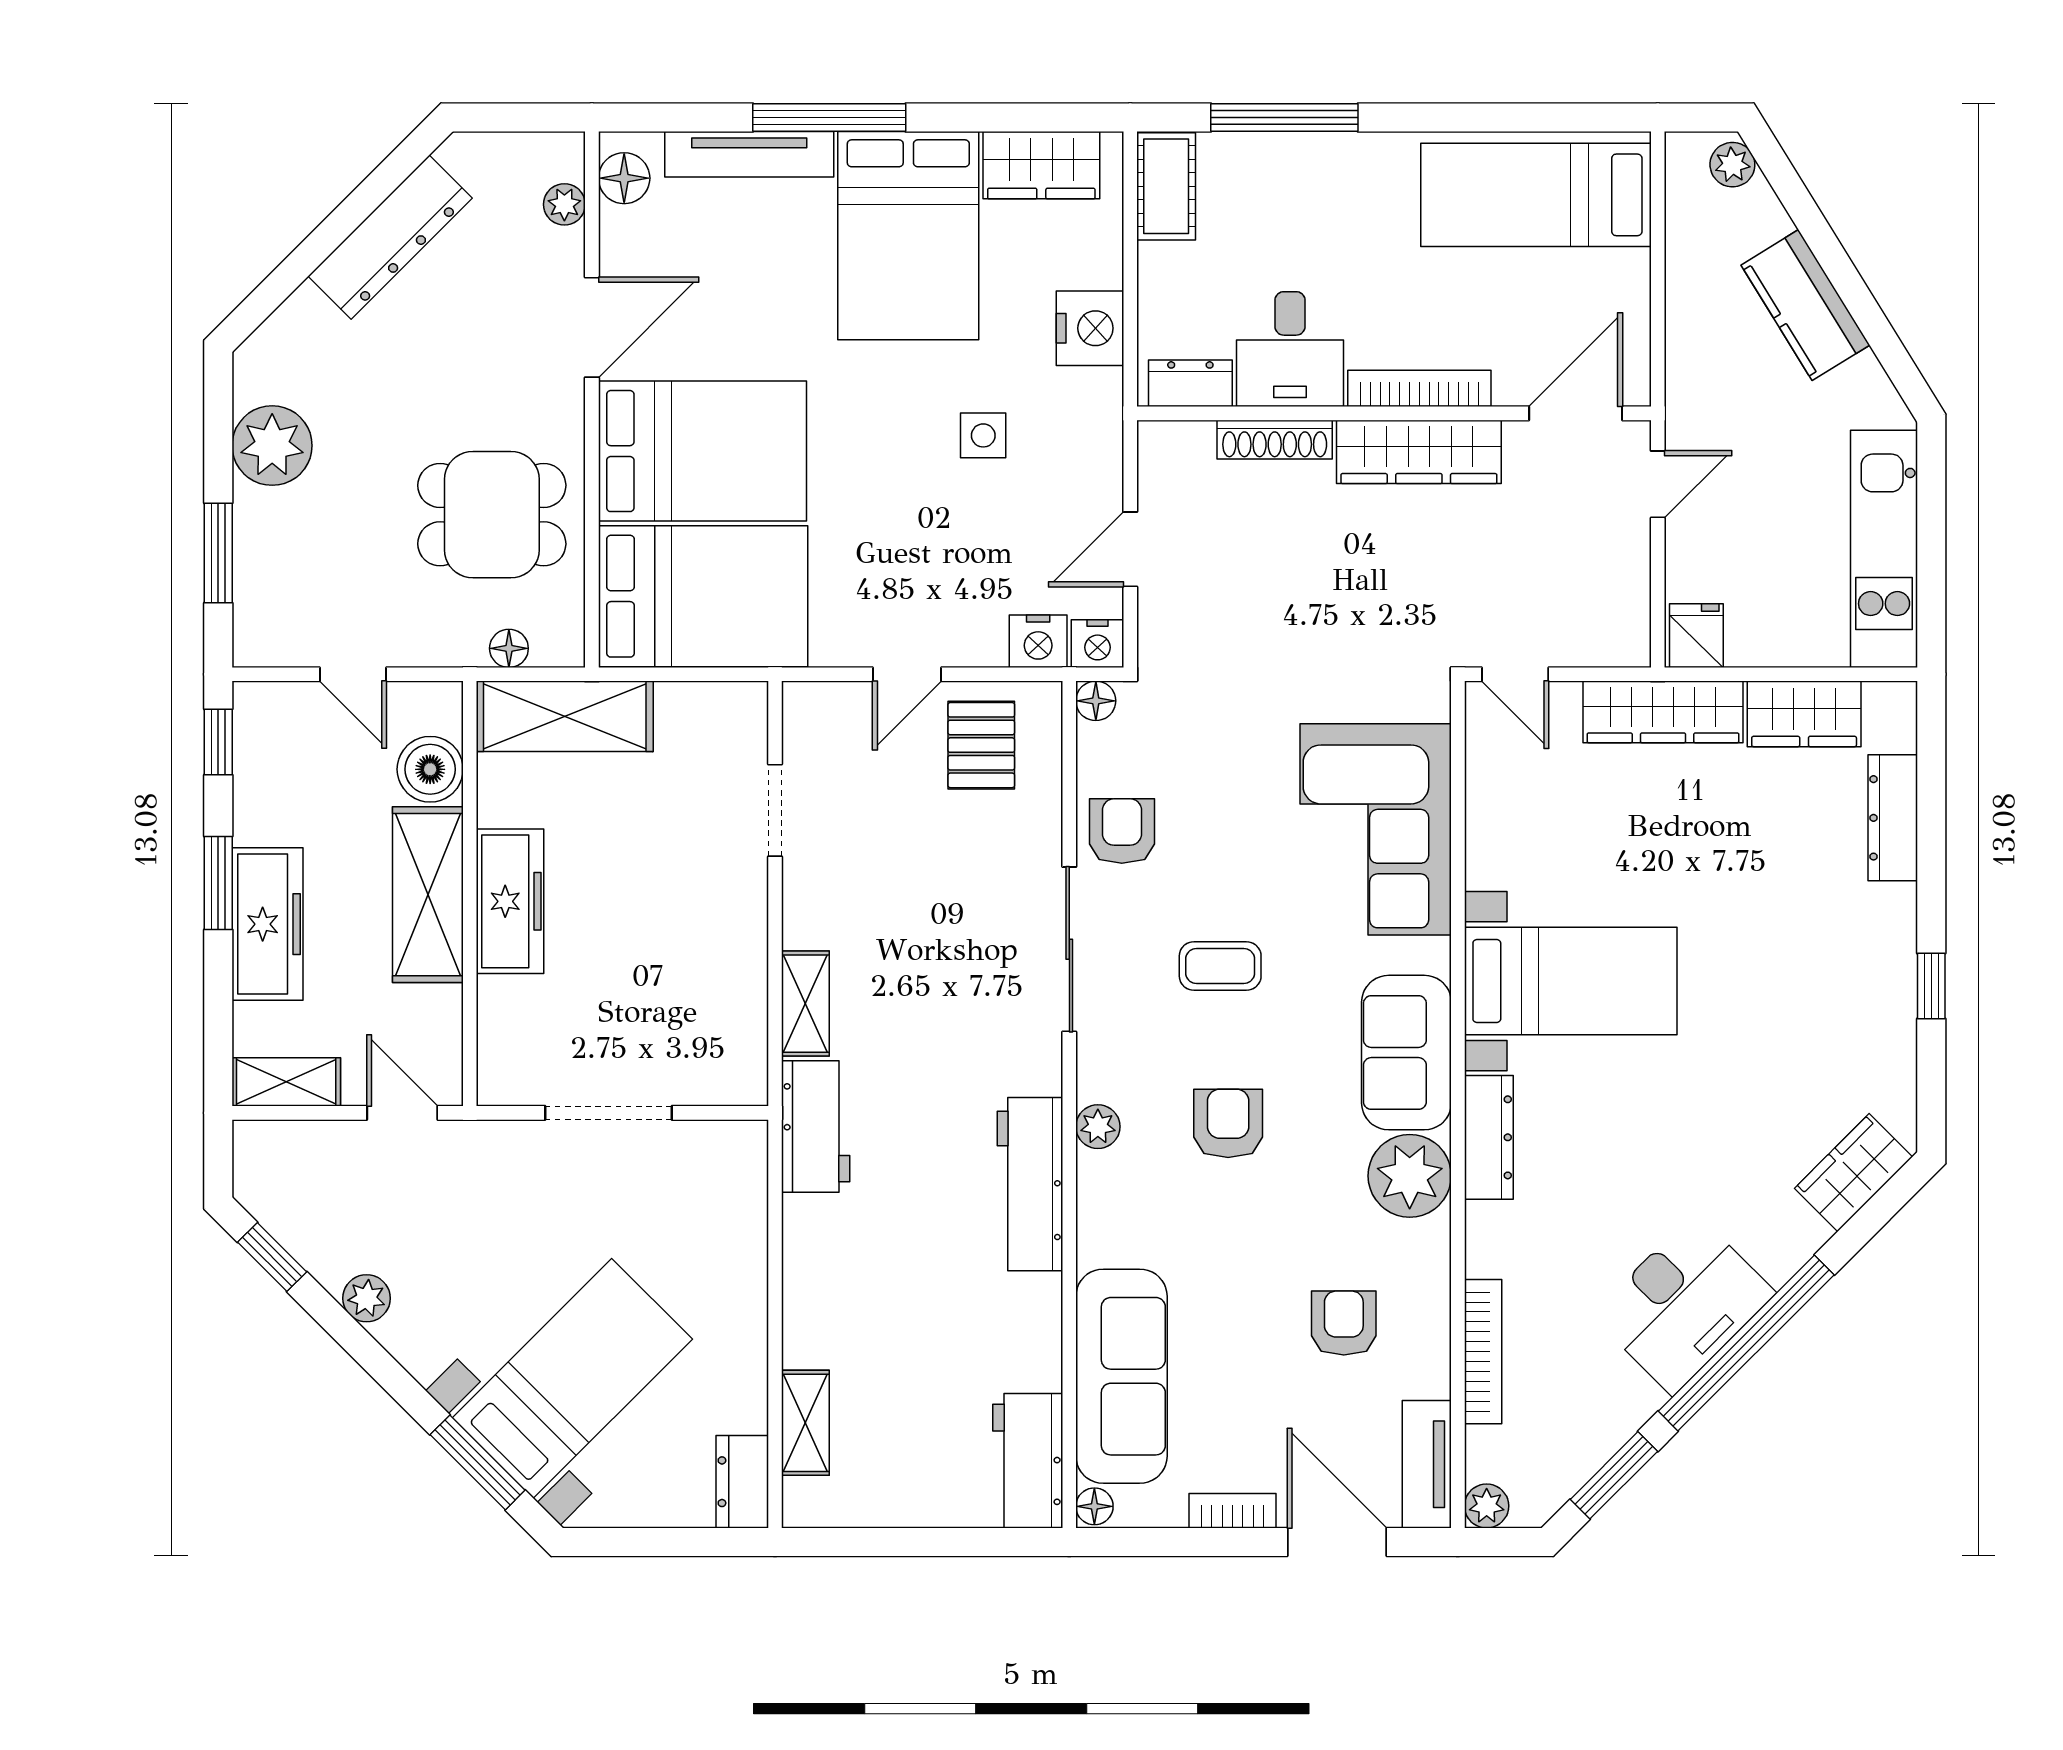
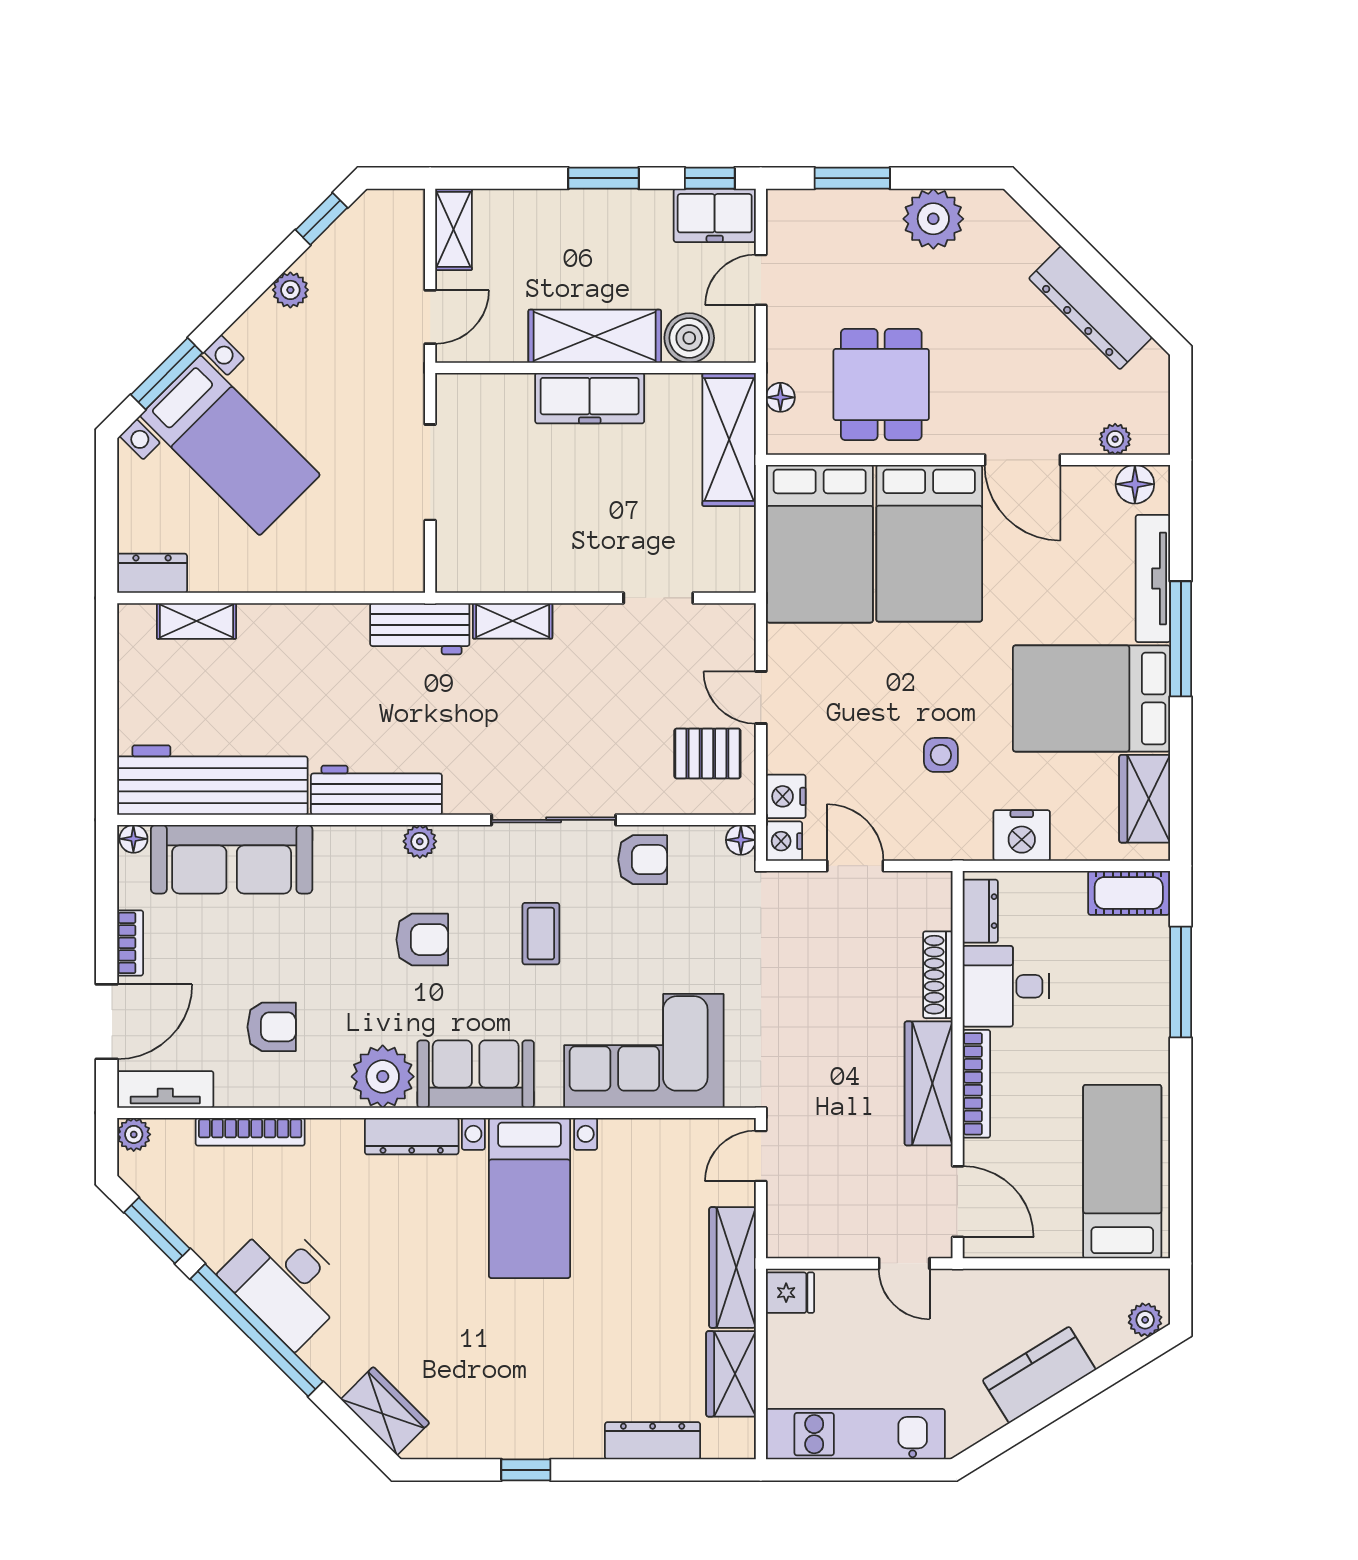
freezer: (268, 924) -> (715, 215), moved, width x0.71
workbench: (1028, 1461) -> (212, 780), width x1.88, depth x1.32

